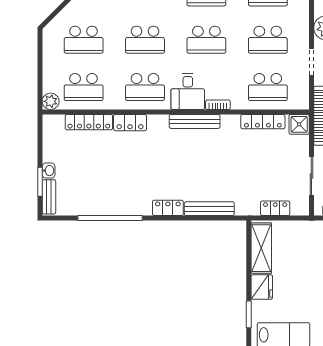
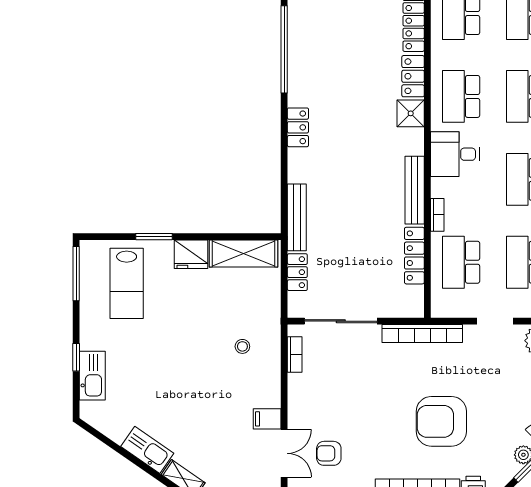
bookcase: (218, 105) -> (437, 215), moved
bench: (195, 121) -> (415, 190), moved
shower: (299, 124) -> (411, 113), moved
sliding door: (311, 176) -> (341, 321), width x1.37
bench: (209, 209) -> (297, 217), moved

